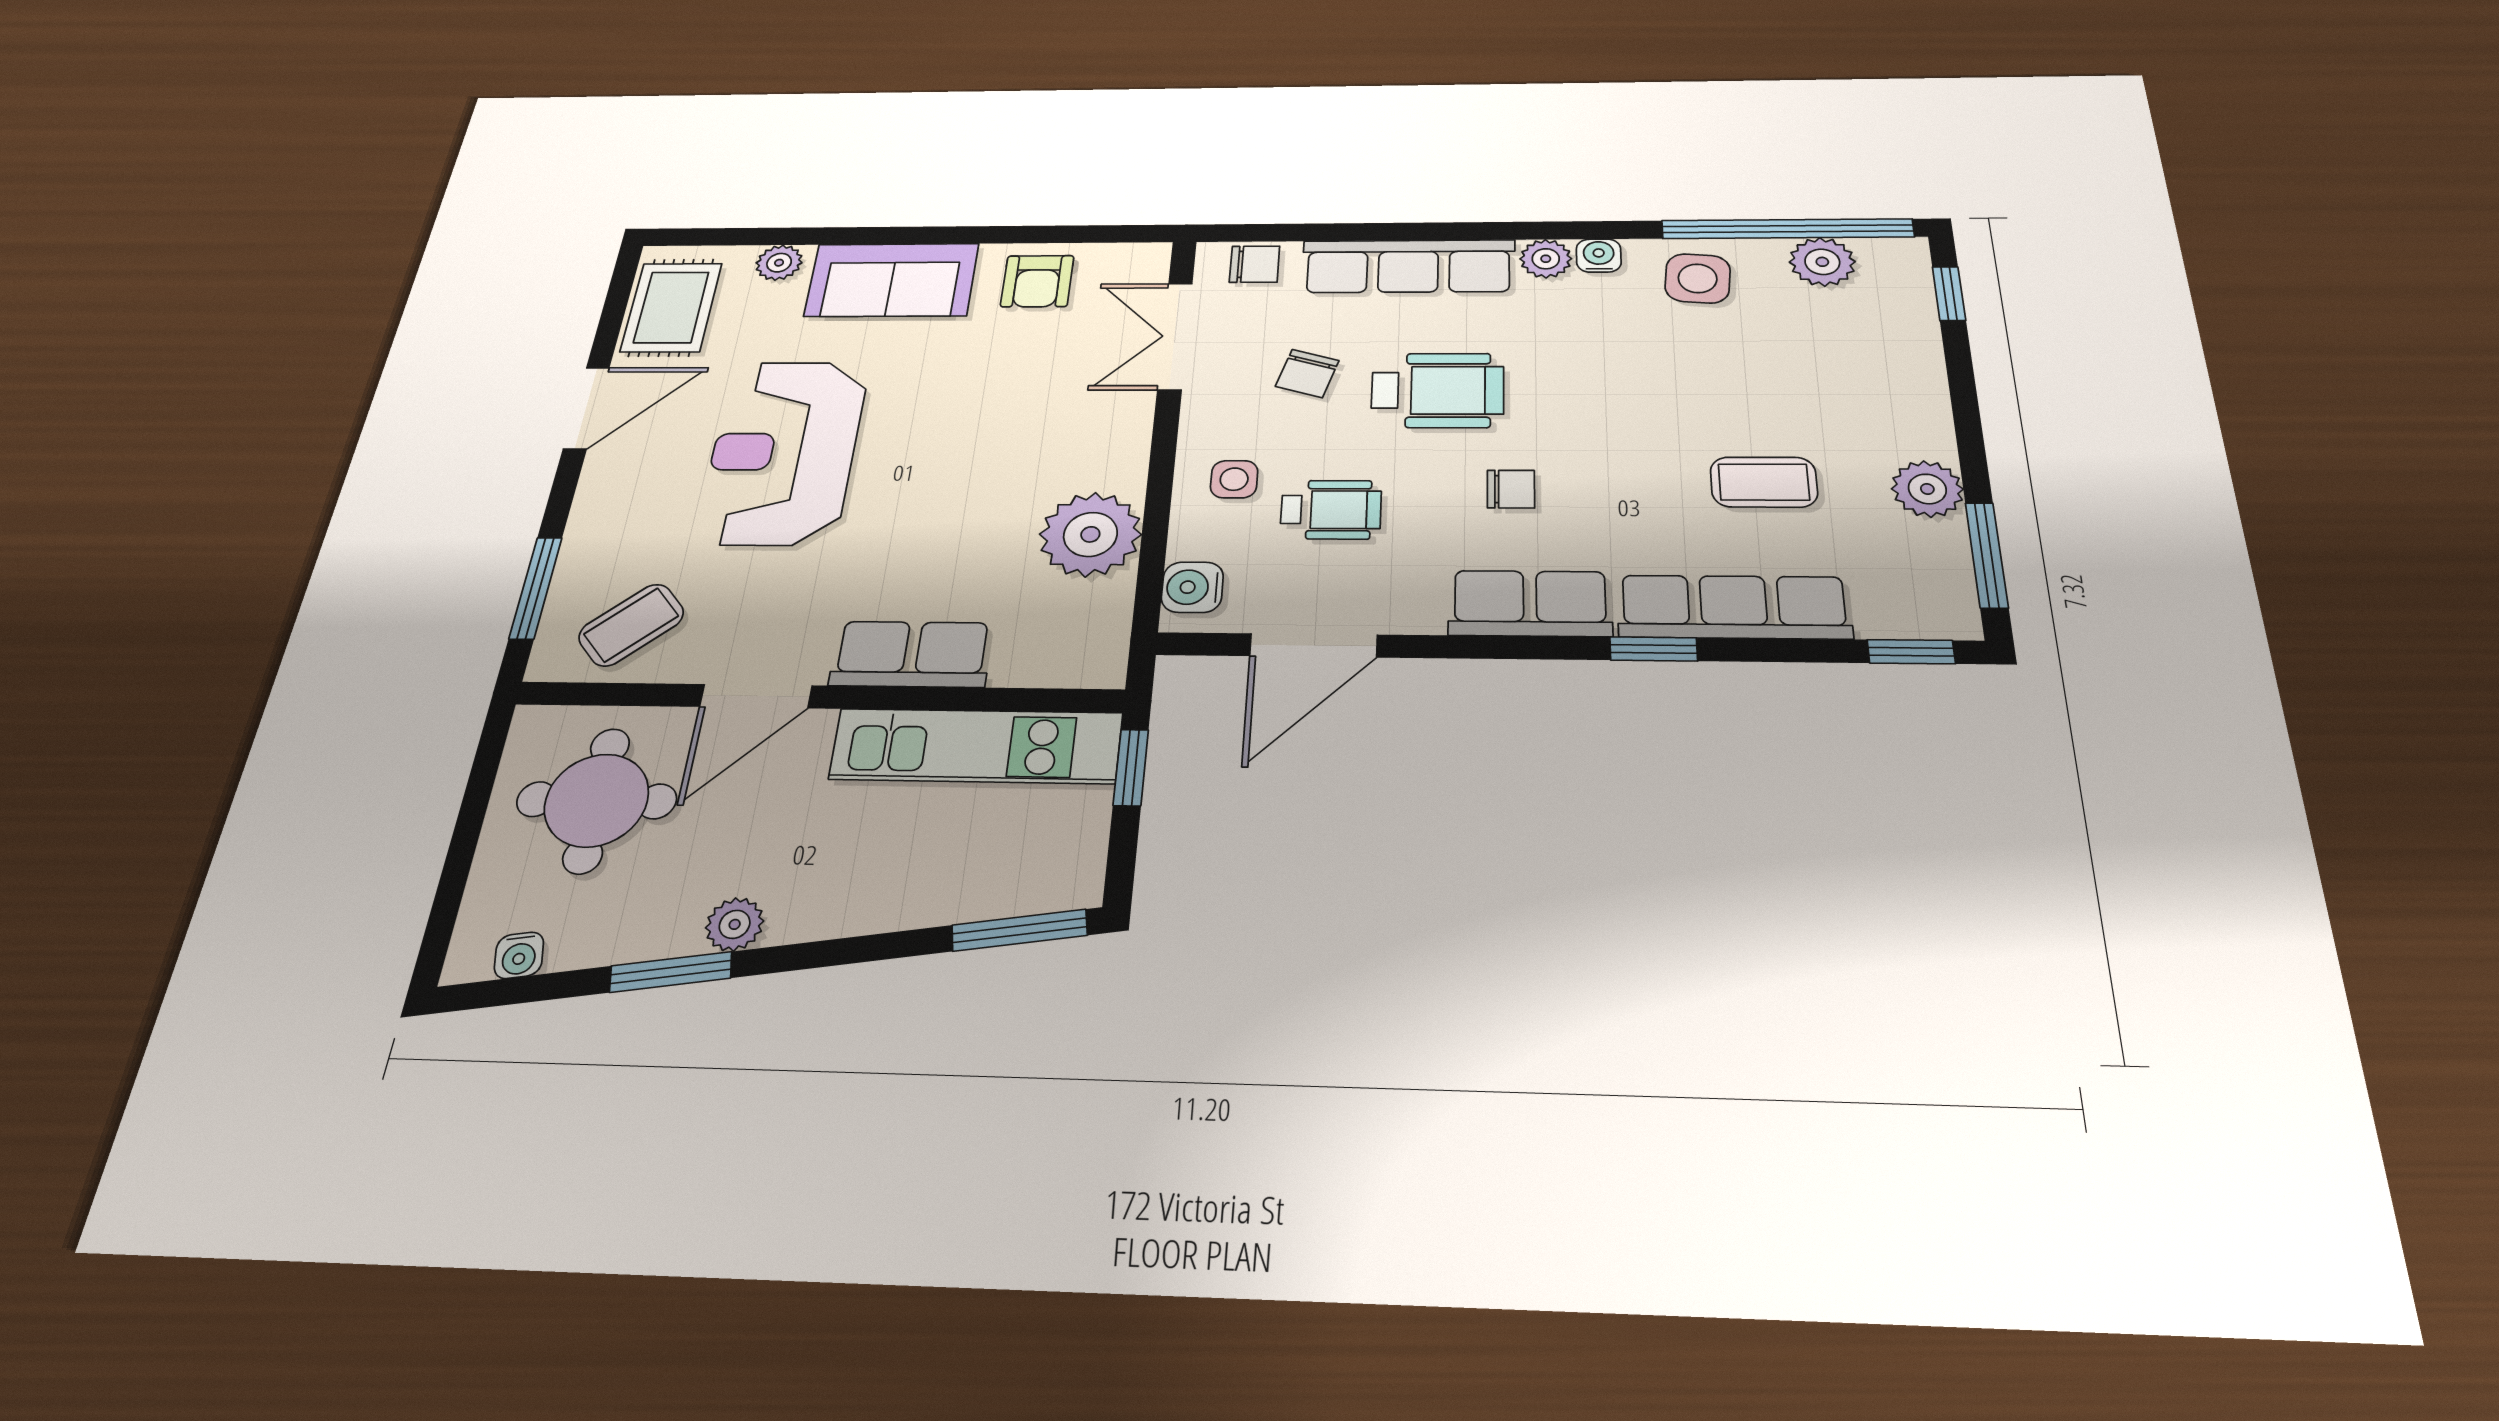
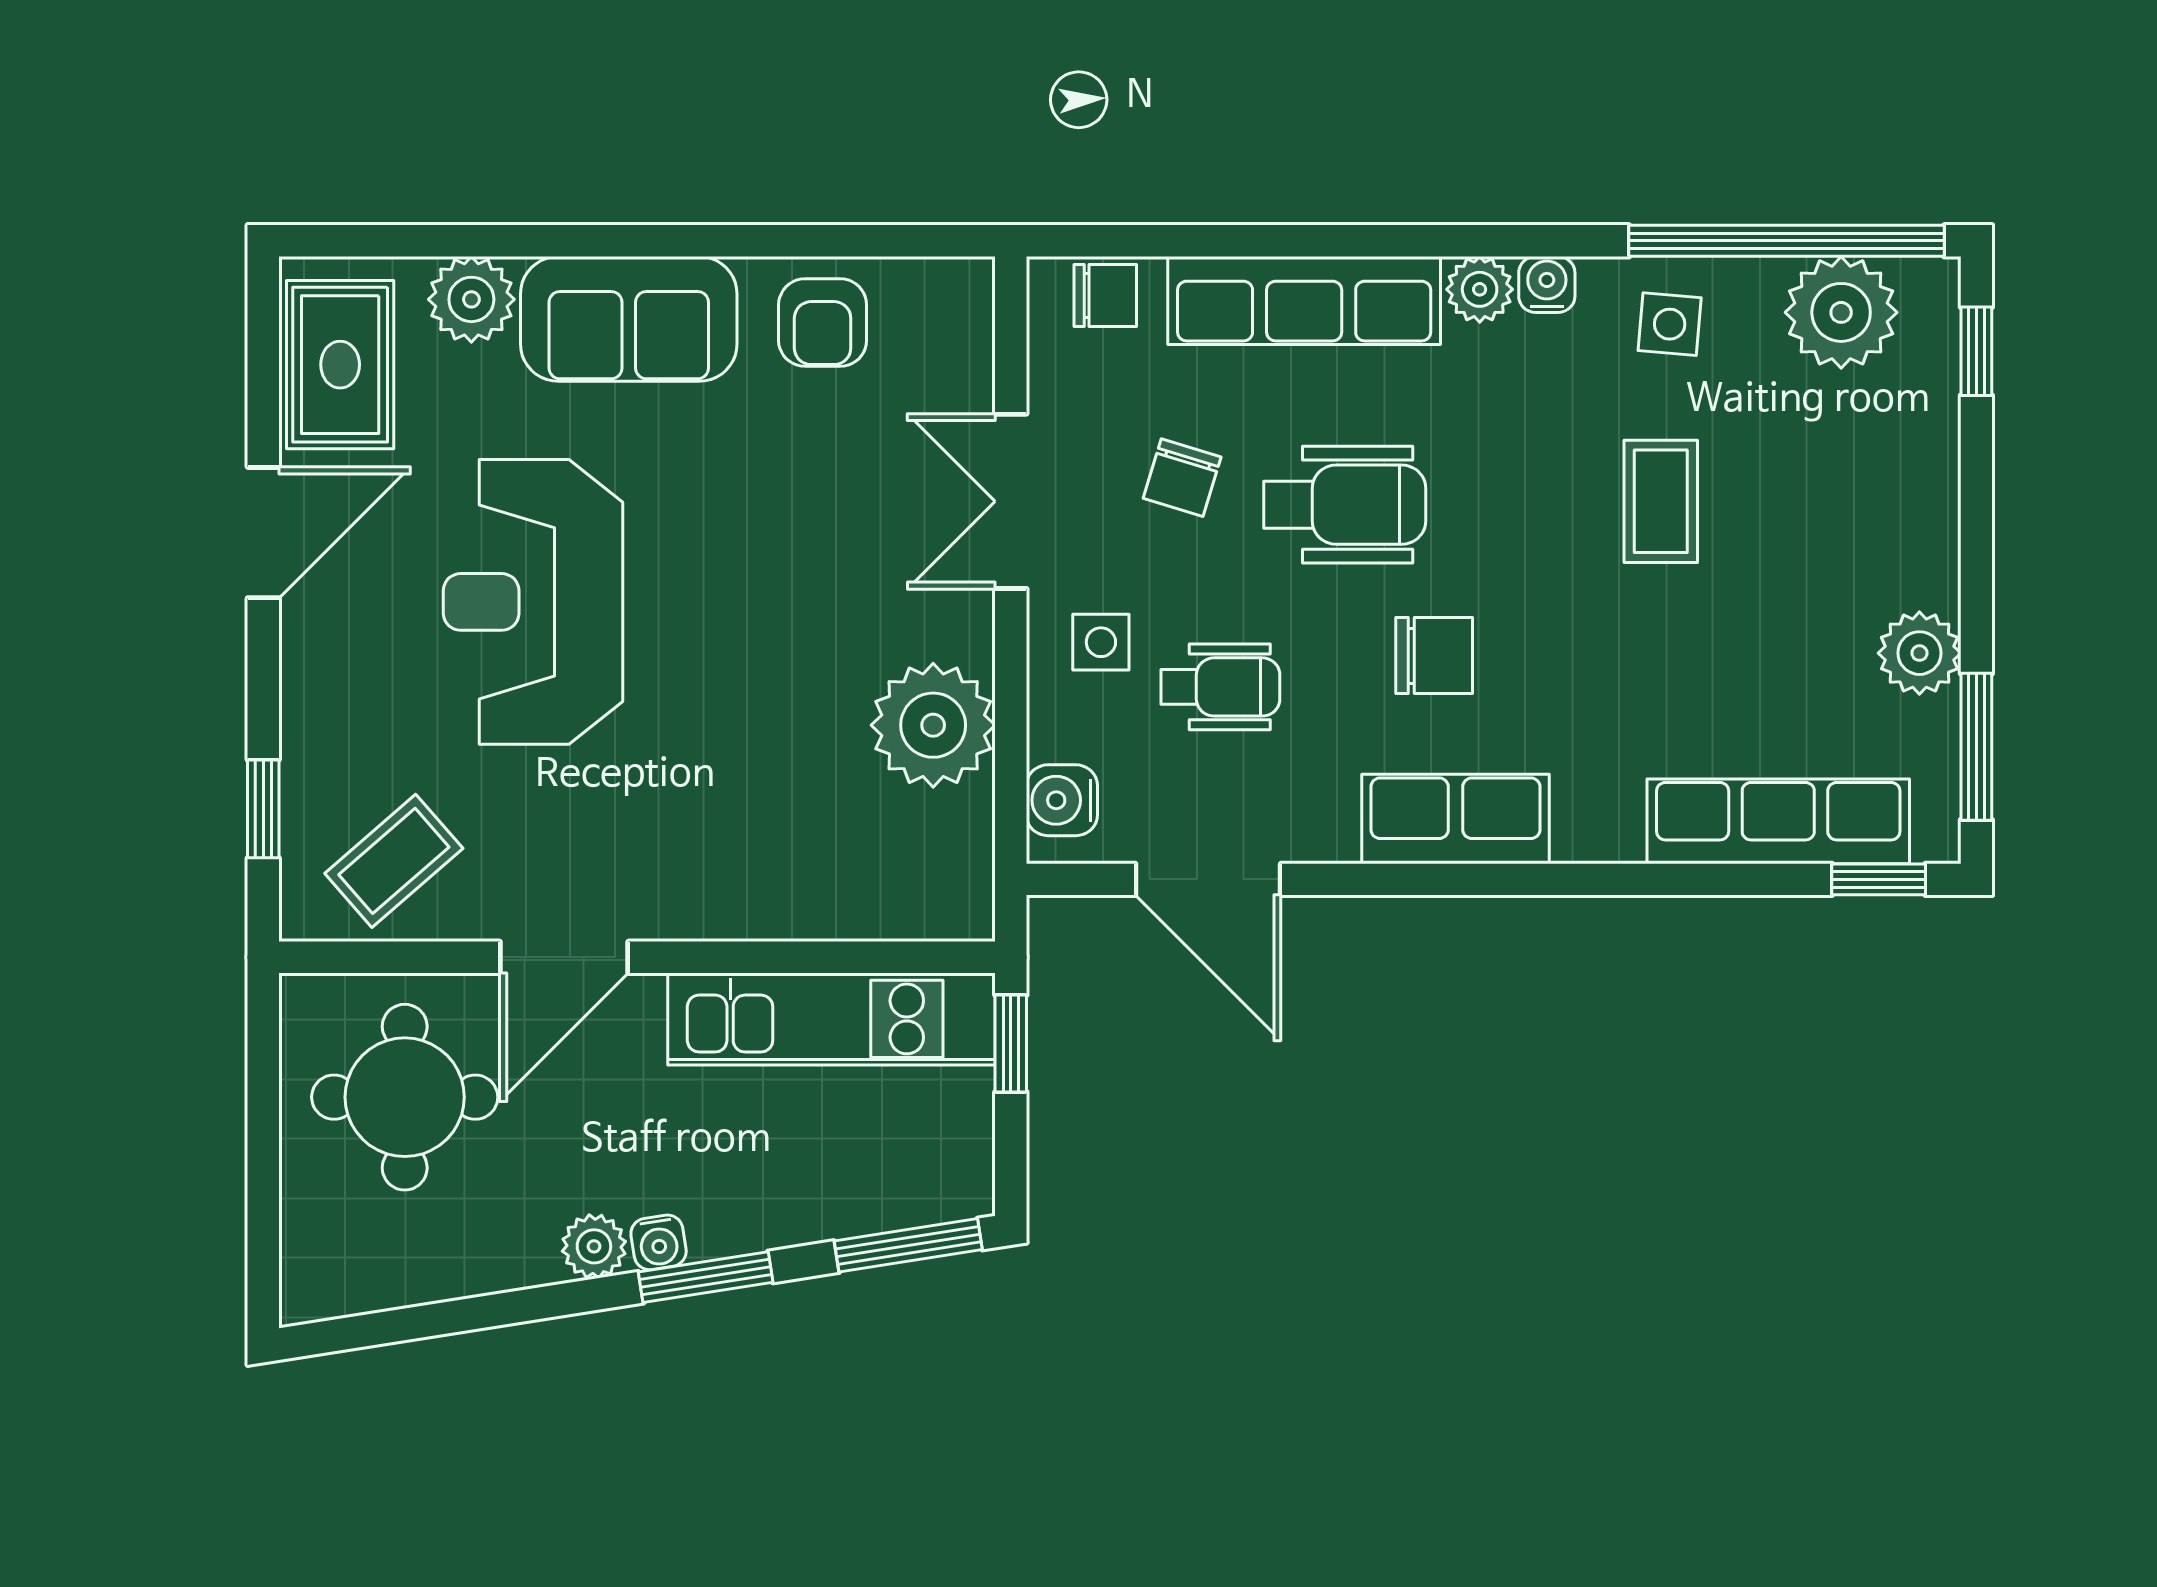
plant: (1822, 262) -> (1841, 312), width x1.36, depth x1.36
plant: (779, 263) -> (471, 299), width x1.38, depth x1.38
side table: (1698, 278) -> (1670, 324), width x0.73, depth x0.73
double door: (1175, 336) -> (1011, 501), moved
coffee table: (1764, 482) -> (1661, 501), moved, turned 90
chair: (1511, 489) -> (1434, 656), width x1.37, depth x1.37
window: (536, 588) -> (263, 809), width x0.67
row of seats: (1734, 607) -> (1778, 821), moved
door: (1313, 645) -> (1208, 879), hinge flipped
window: (1654, 649) -> (1594, 879), removed
row of seats: (911, 654) -> (739, 897), removed
water cooler: (519, 955) -> (659, 1242), moved
window: (671, 972) -> (706, 1277), moved

